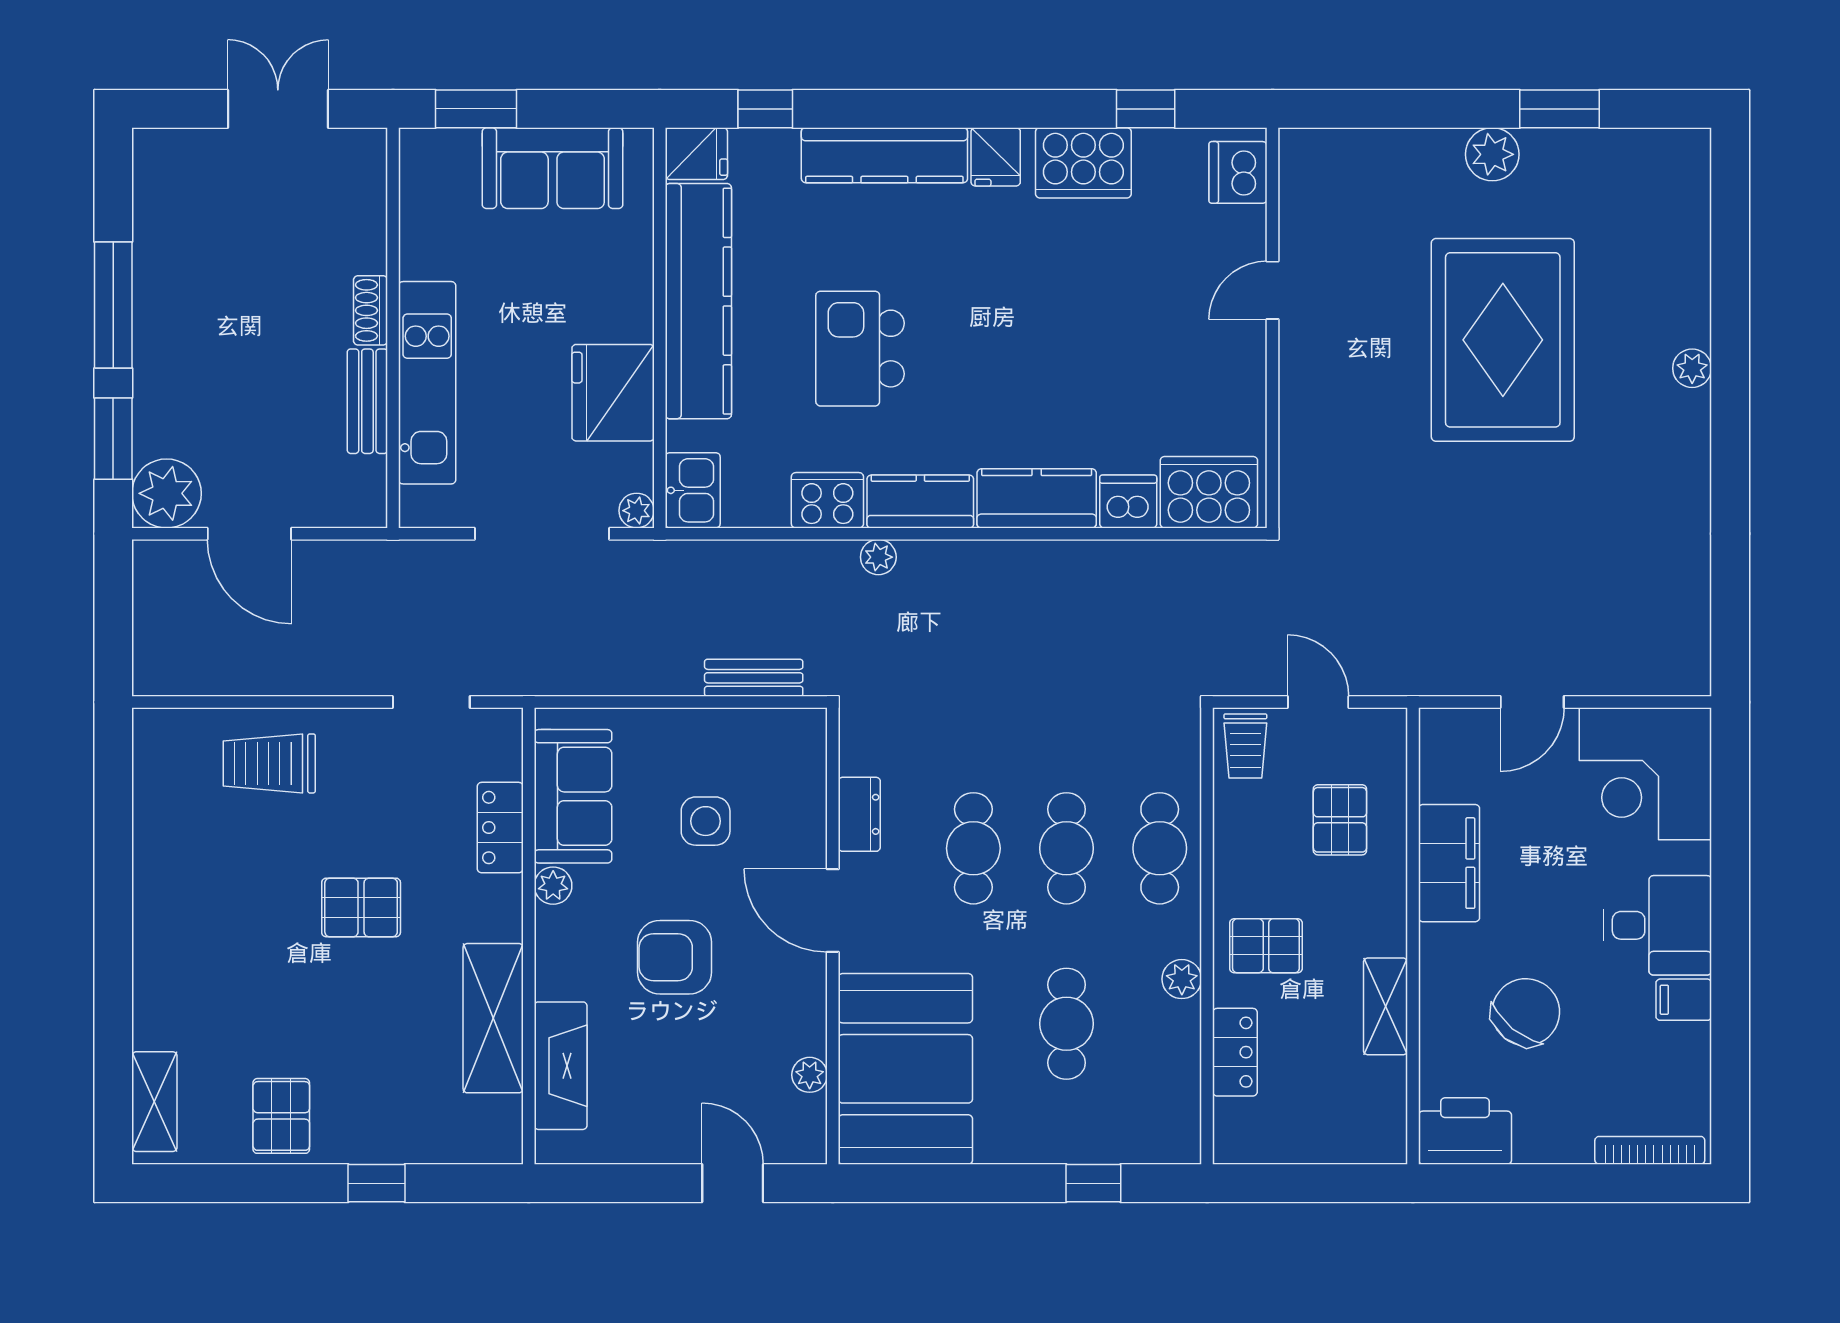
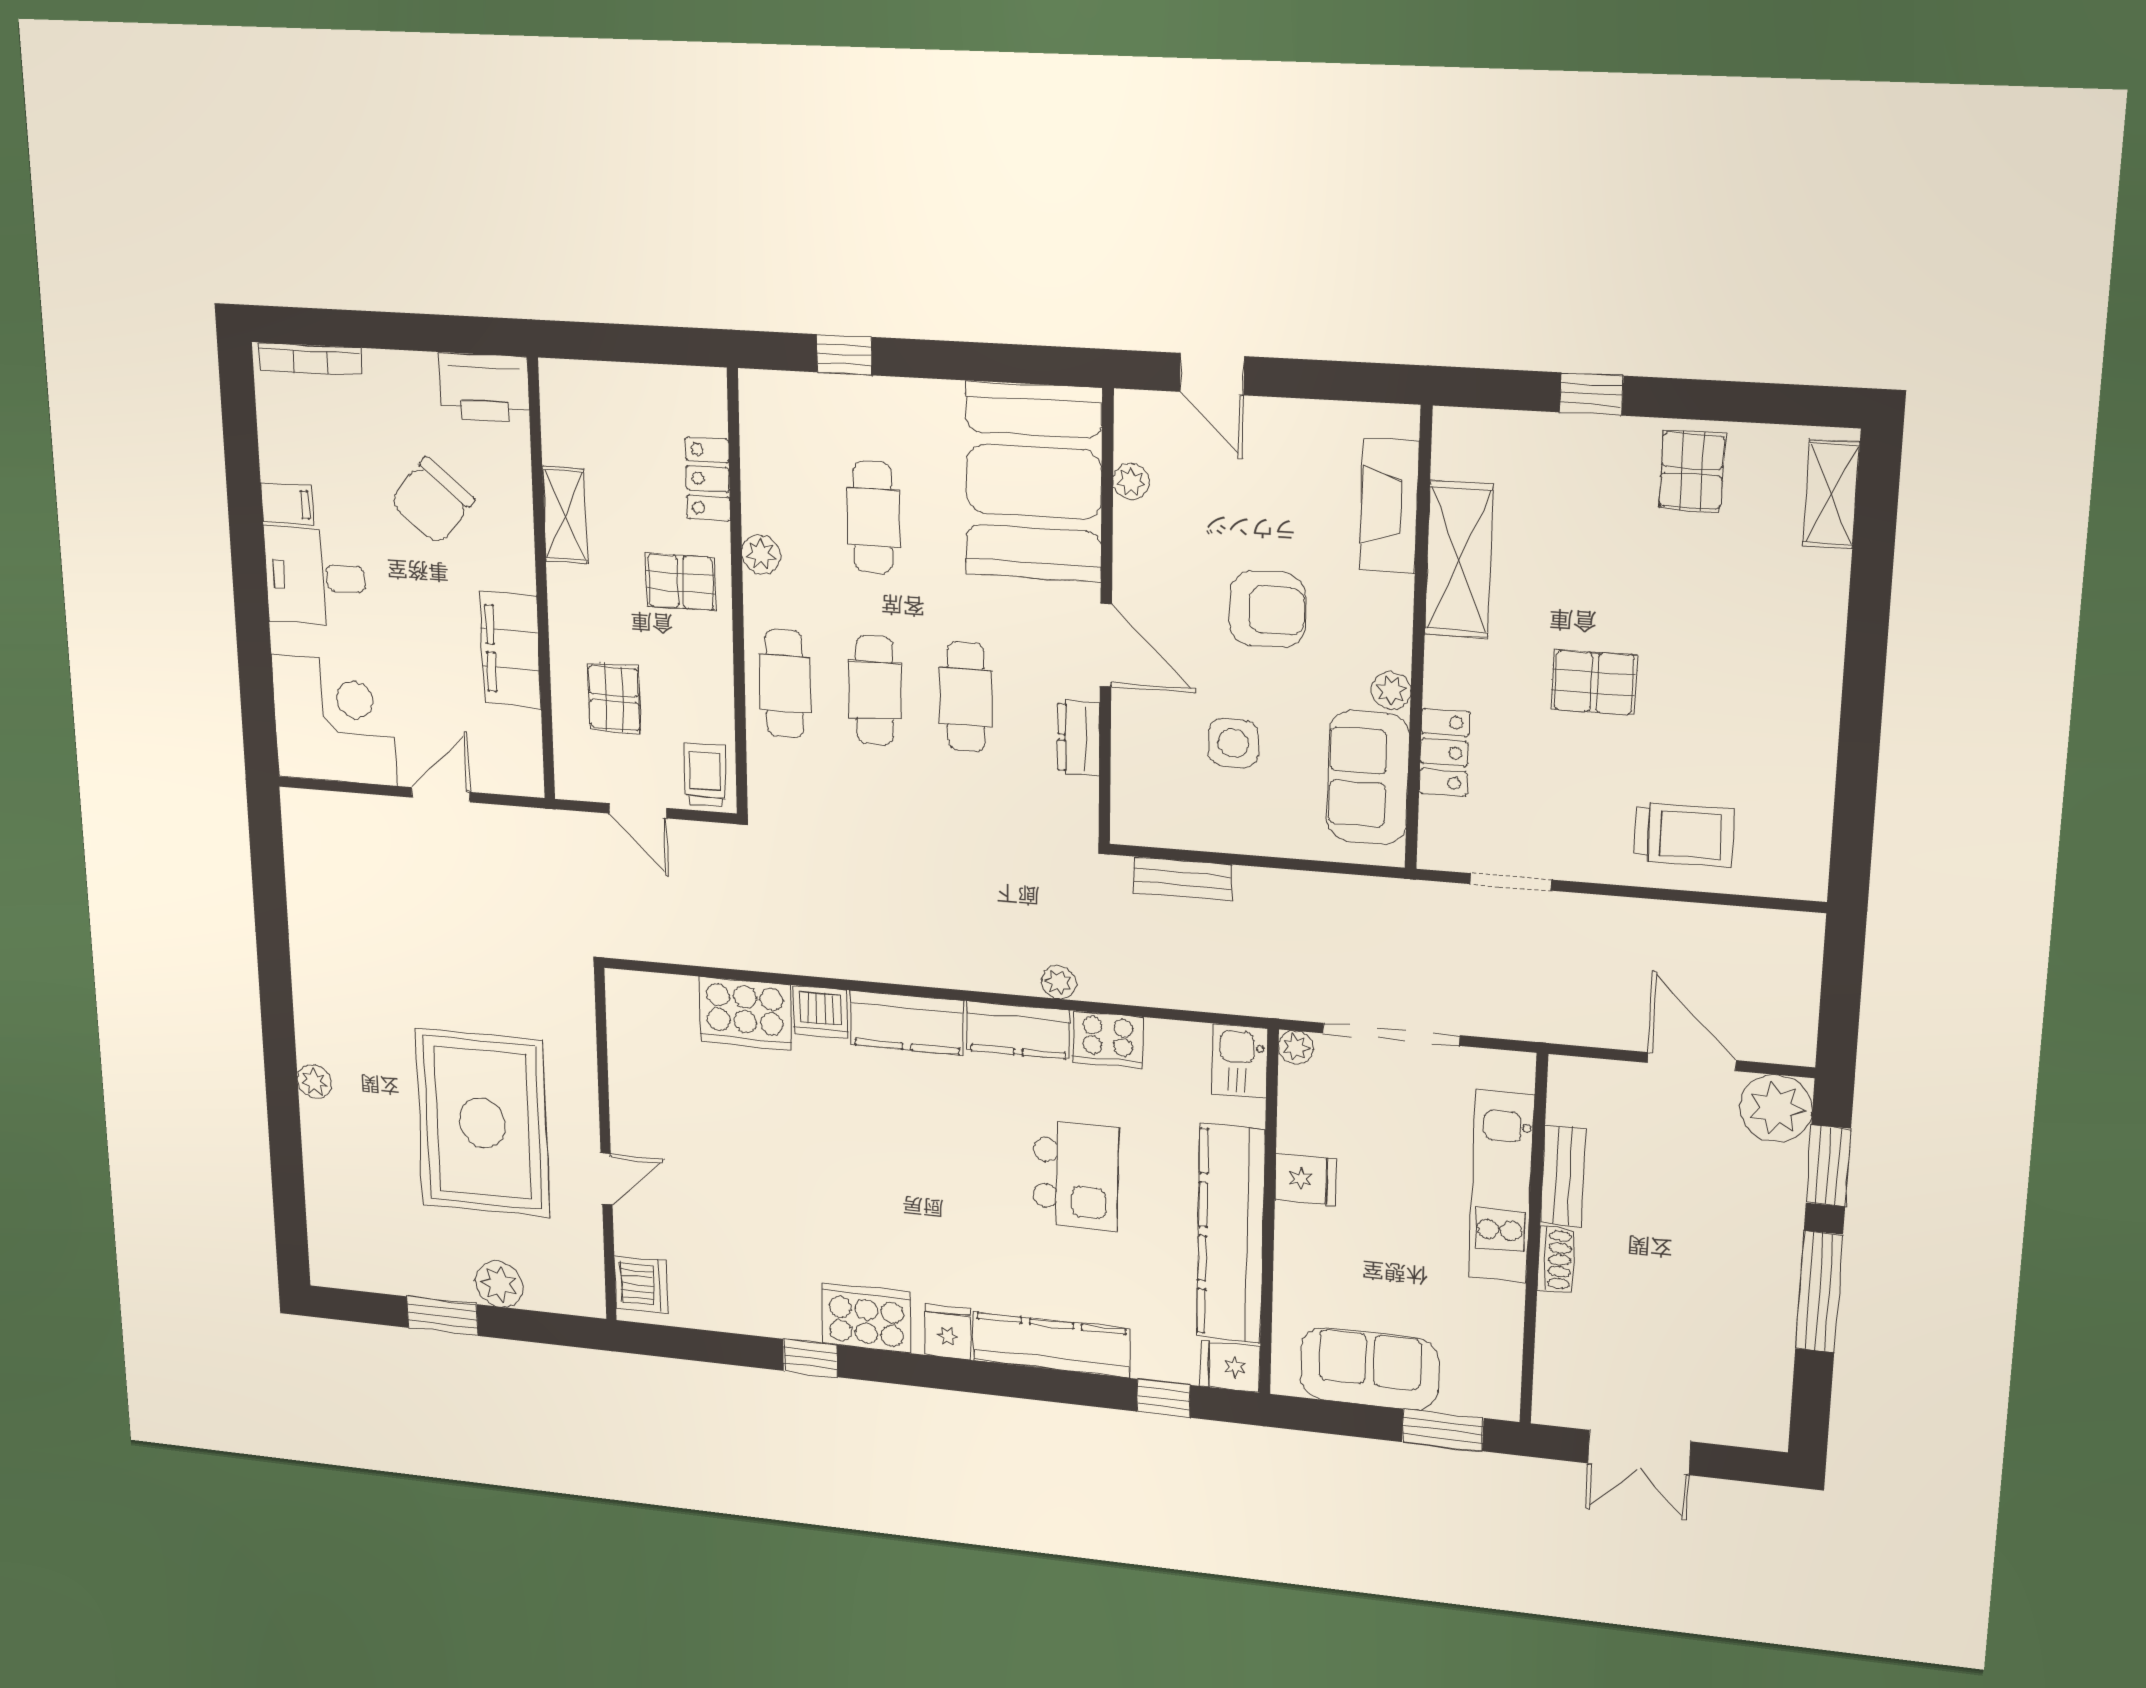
dishwasher: (1238, 172) -> (641, 1285), moved
door: (1273, 290) -> (607, 1179), moved
wall: (1273, 328) -> (605, 1146), moved
fridge: (613, 393) -> (1305, 1179), width x0.53, depth x0.75

